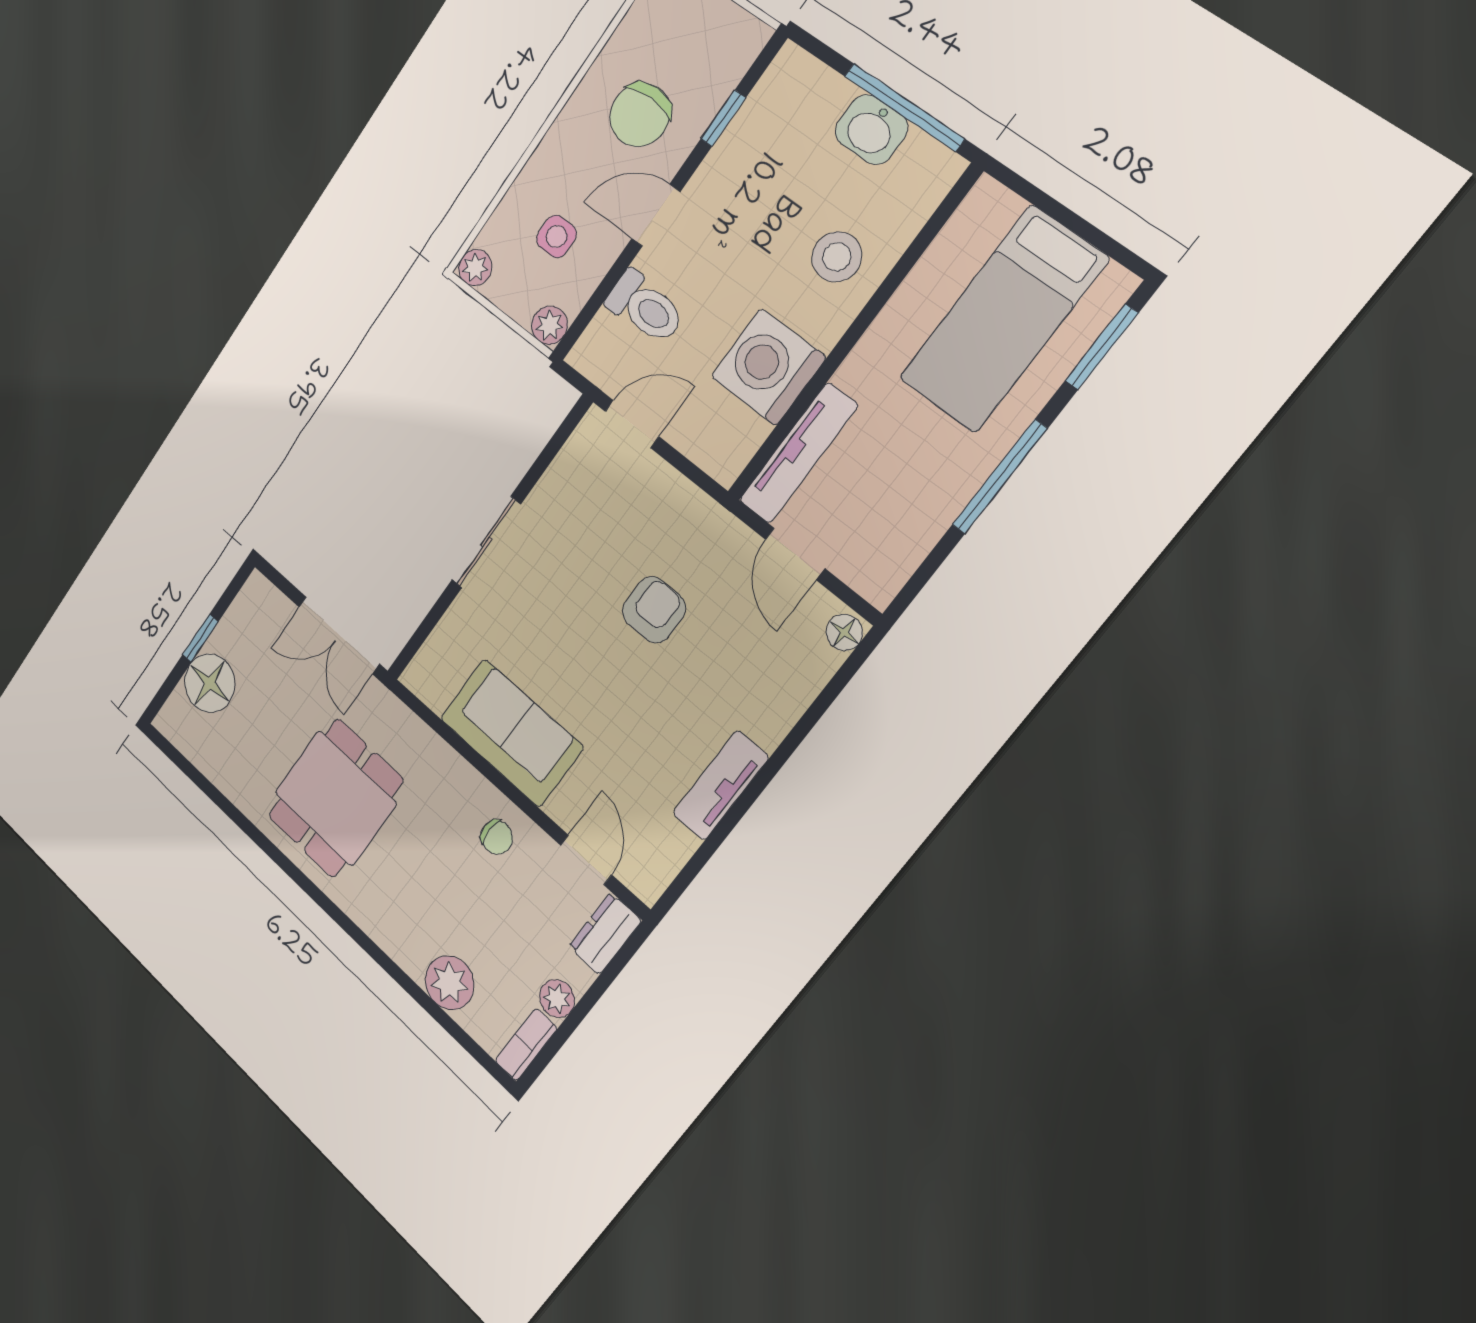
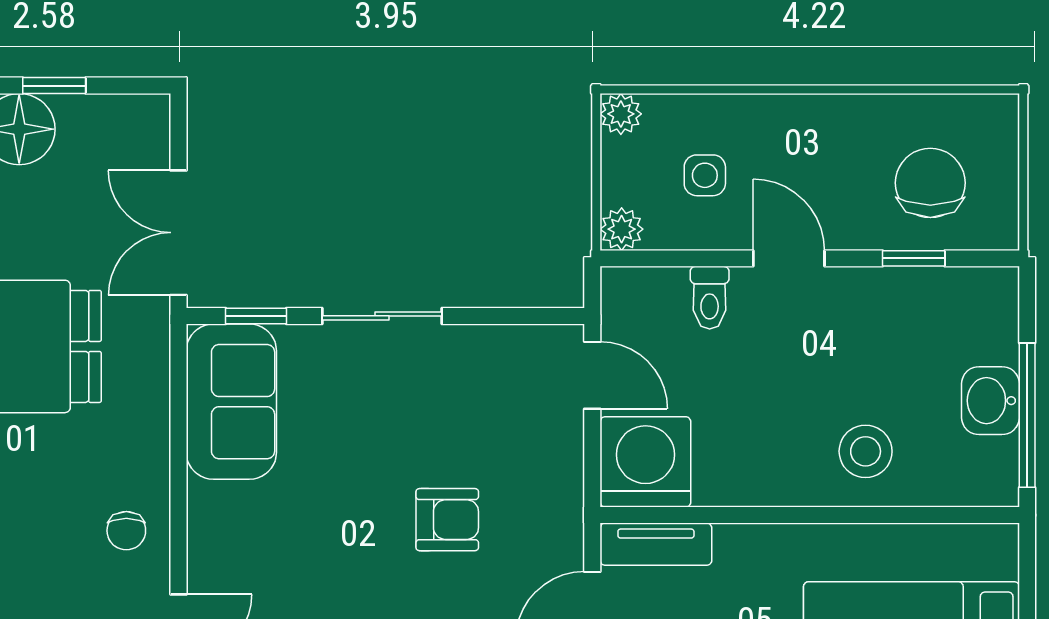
chair: (640, 115) -> (930, 183), moved, turned 90
toilet: (645, 307) -> (710, 298), width x0.73, depth x0.72
washing machine: (768, 367) -> (645, 462), moved
tv unit: (799, 453) -> (656, 544), width x0.71
window: (425, 629) -> (256, 316), added
sofa: (511, 733) -> (231, 402), moved

